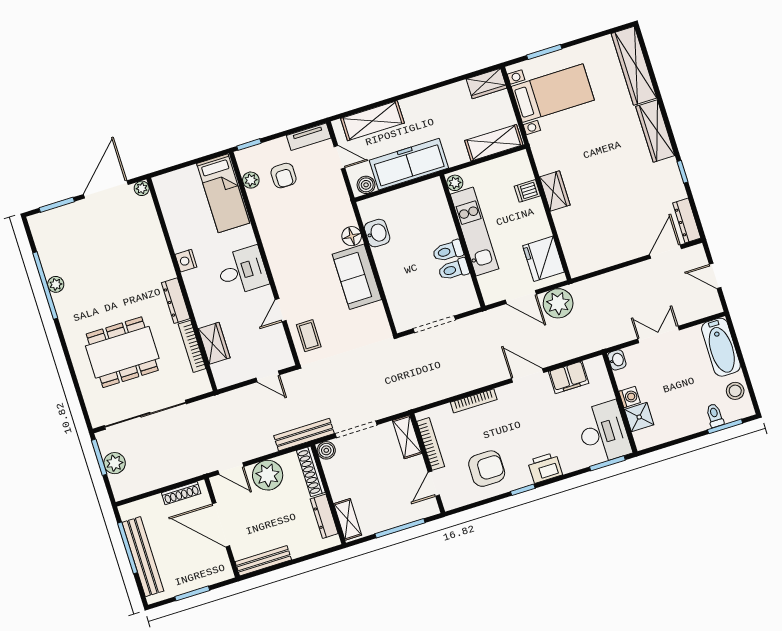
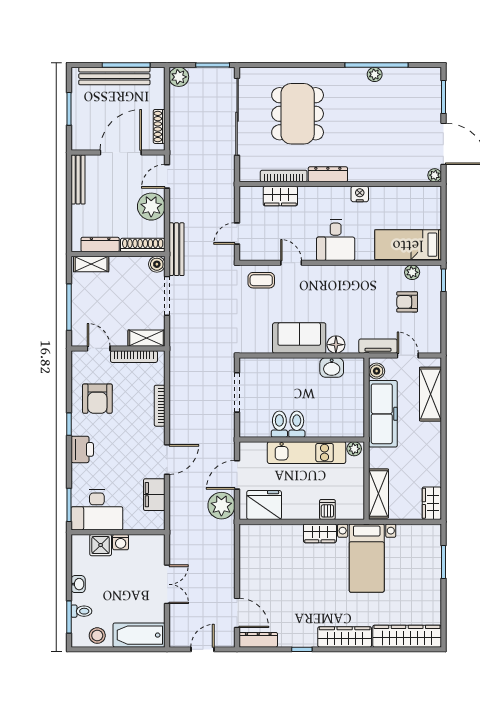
bed with nightstands: (553, 93) -> (367, 558), moved
tv unit: (309, 137) -> (378, 346), moved, turned 90
door: (339, 157) -> (408, 355), swing flipped
washbasin: (617, 360) -> (78, 584), moved, turned -90
plant: (115, 463) -> (179, 77), moved

